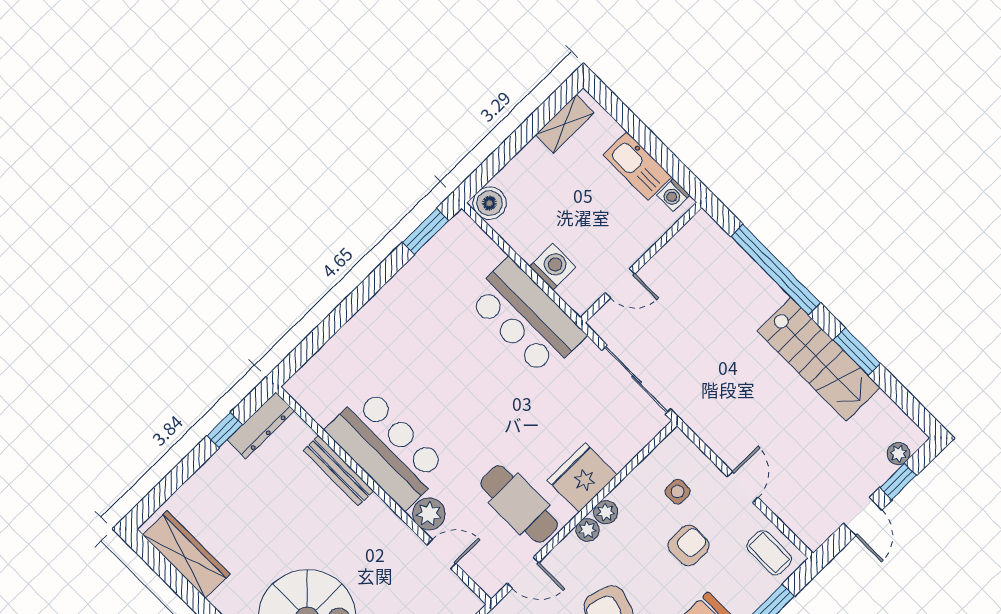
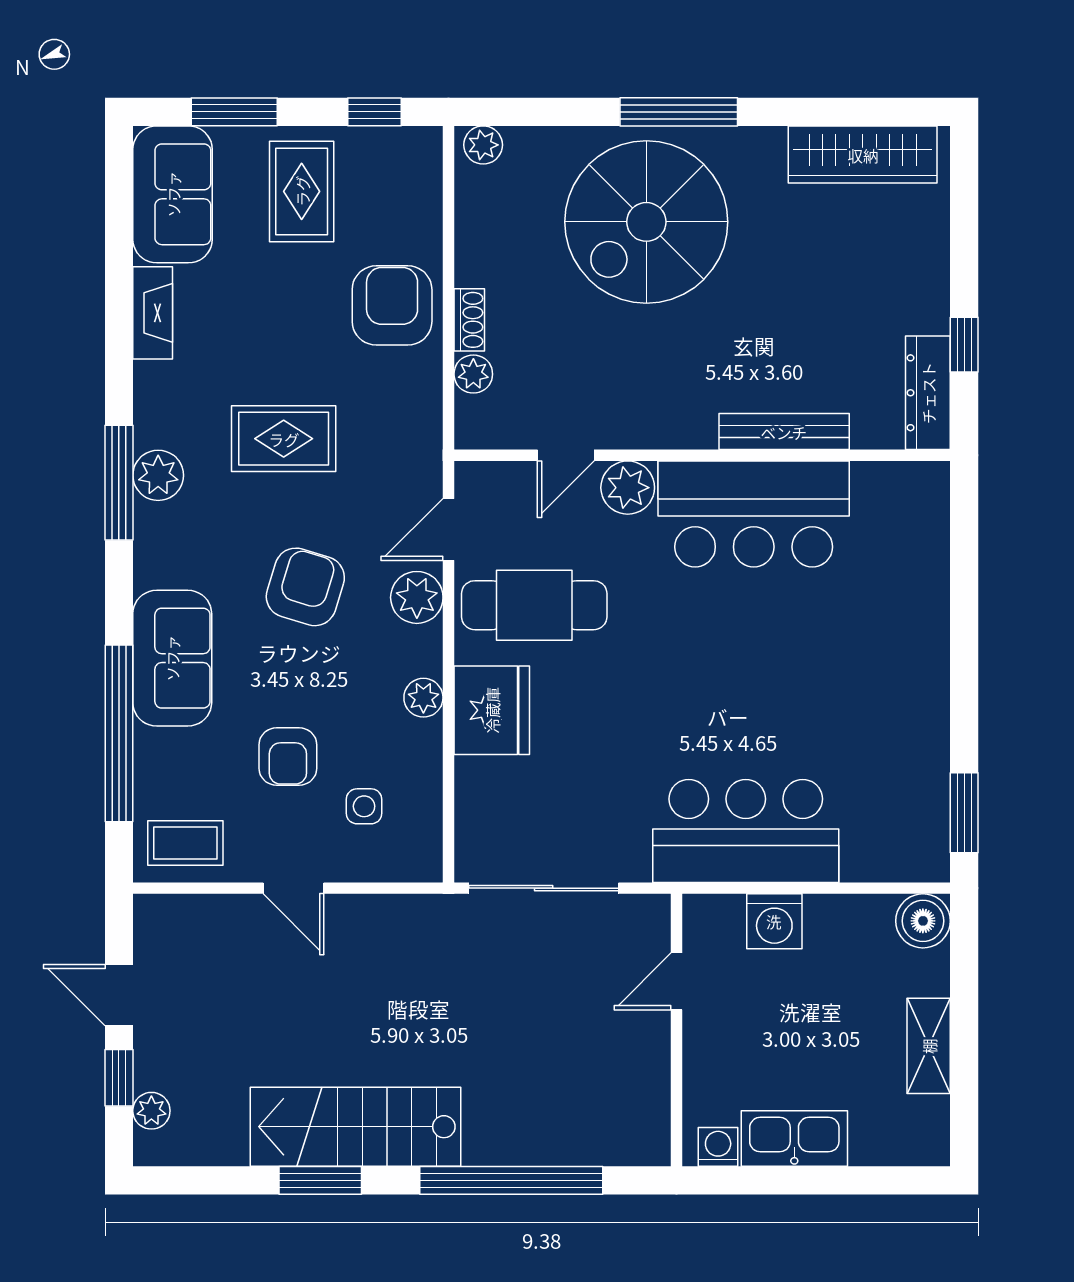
shelving: (565, 124) -> (929, 1046), moved
plant: (587, 530) -> (417, 597), moved, width x1.38, depth x1.38

